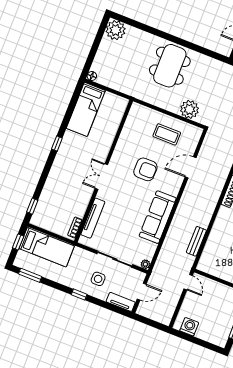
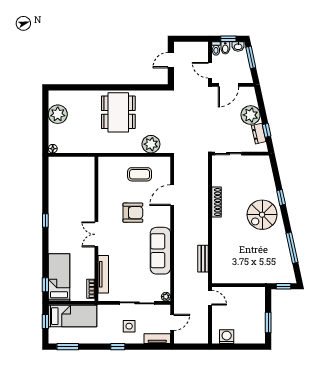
plant: (116, 30) -> (58, 114), moved
bed: (86, 109) -> (59, 277), moved, turned 180

